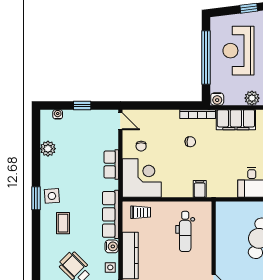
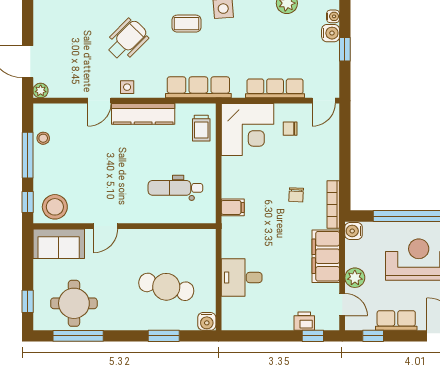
row of seats: (111, 165) -> (275, 88), width x1.48
water cooler: (112, 246) -> (331, 33), moved, turned -90

